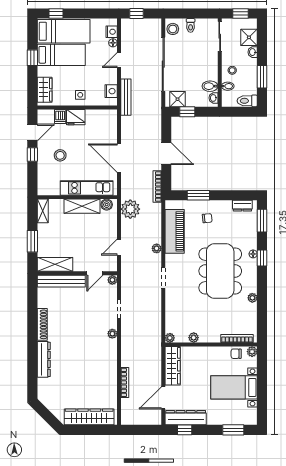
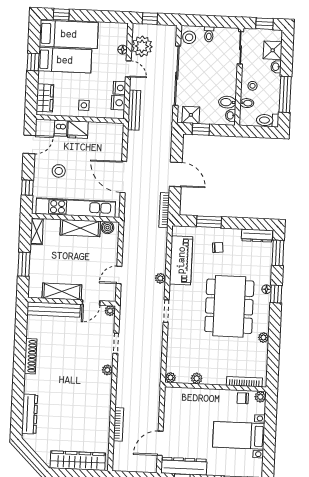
nightstand: (112, 32) -> (119, 88), moved
door: (119, 60) -> (128, 69), swing flipped
window: (262, 77) -> (285, 94), width x1.44
window: (32, 155) -> (27, 188), moved
kitchen unit: (87, 188) -> (76, 208), width x1.36
dresser: (242, 206) -> (257, 236), width x1.44
plant: (130, 209) -> (142, 46), moved
shelving: (55, 264) -> (62, 291), moved
dresser: (44, 359) -> (30, 414), moved
wardrobe: (173, 366) -> (172, 408), removed

